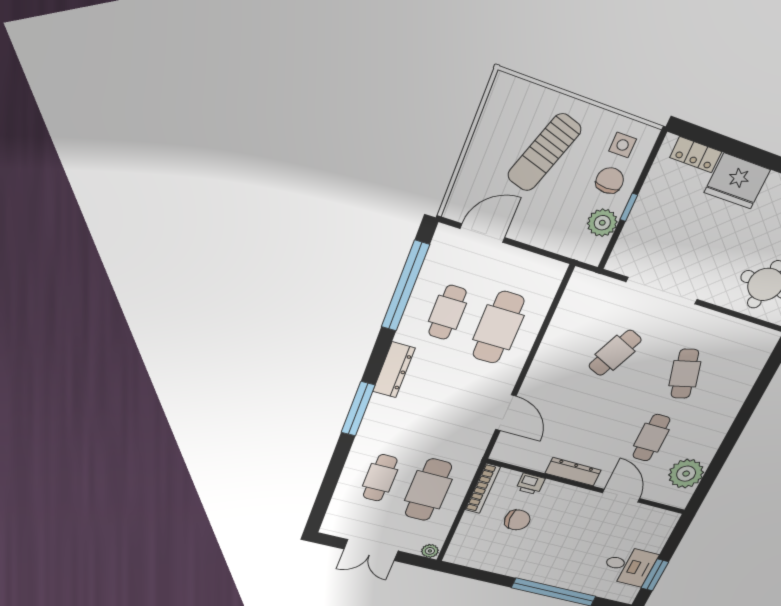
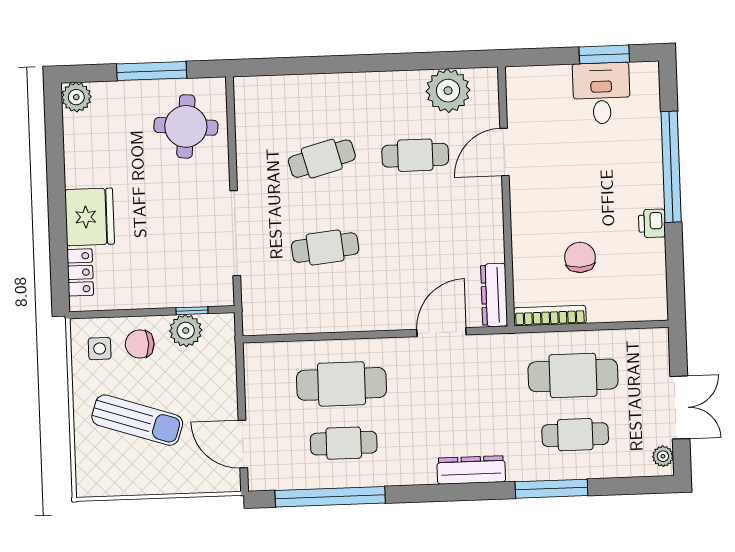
window: (629, 207) -> (192, 311), moved
cafe table: (615, 353) -> (325, 248), turned -30
dresser: (394, 370) -> (471, 470), moved
window: (358, 409) -> (551, 489), moved
dresser: (573, 472) -> (494, 295), moved
printer: (530, 484) -> (652, 223), moved, turned 180
plant: (430, 551) -> (663, 456), moved

